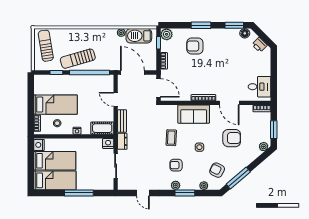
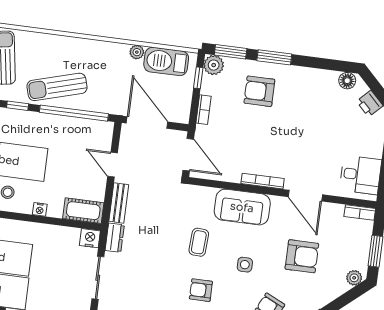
window: (234, 25) -> (231, 52), moved

